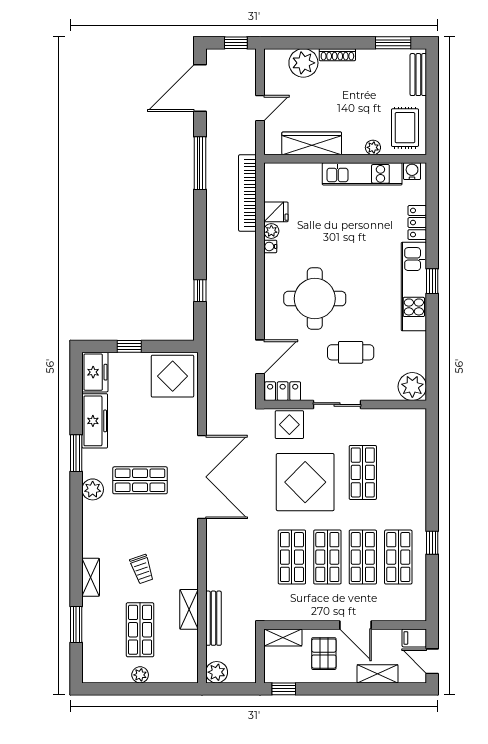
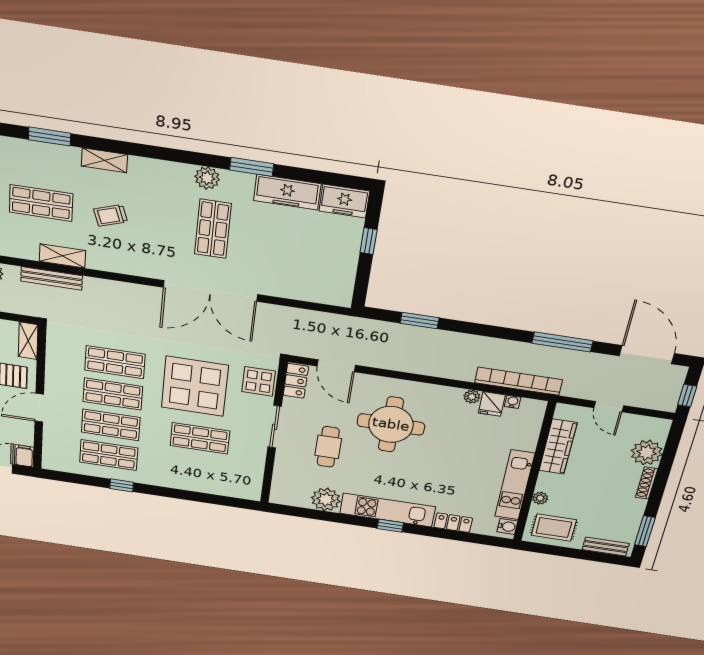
water cooler: (270, 246) -> (513, 402), moved
window: (200, 291) -> (420, 320), width x1.50
display table: (173, 376) -> (328, 279), removed
plant: (412, 387) -> (326, 499), moved

